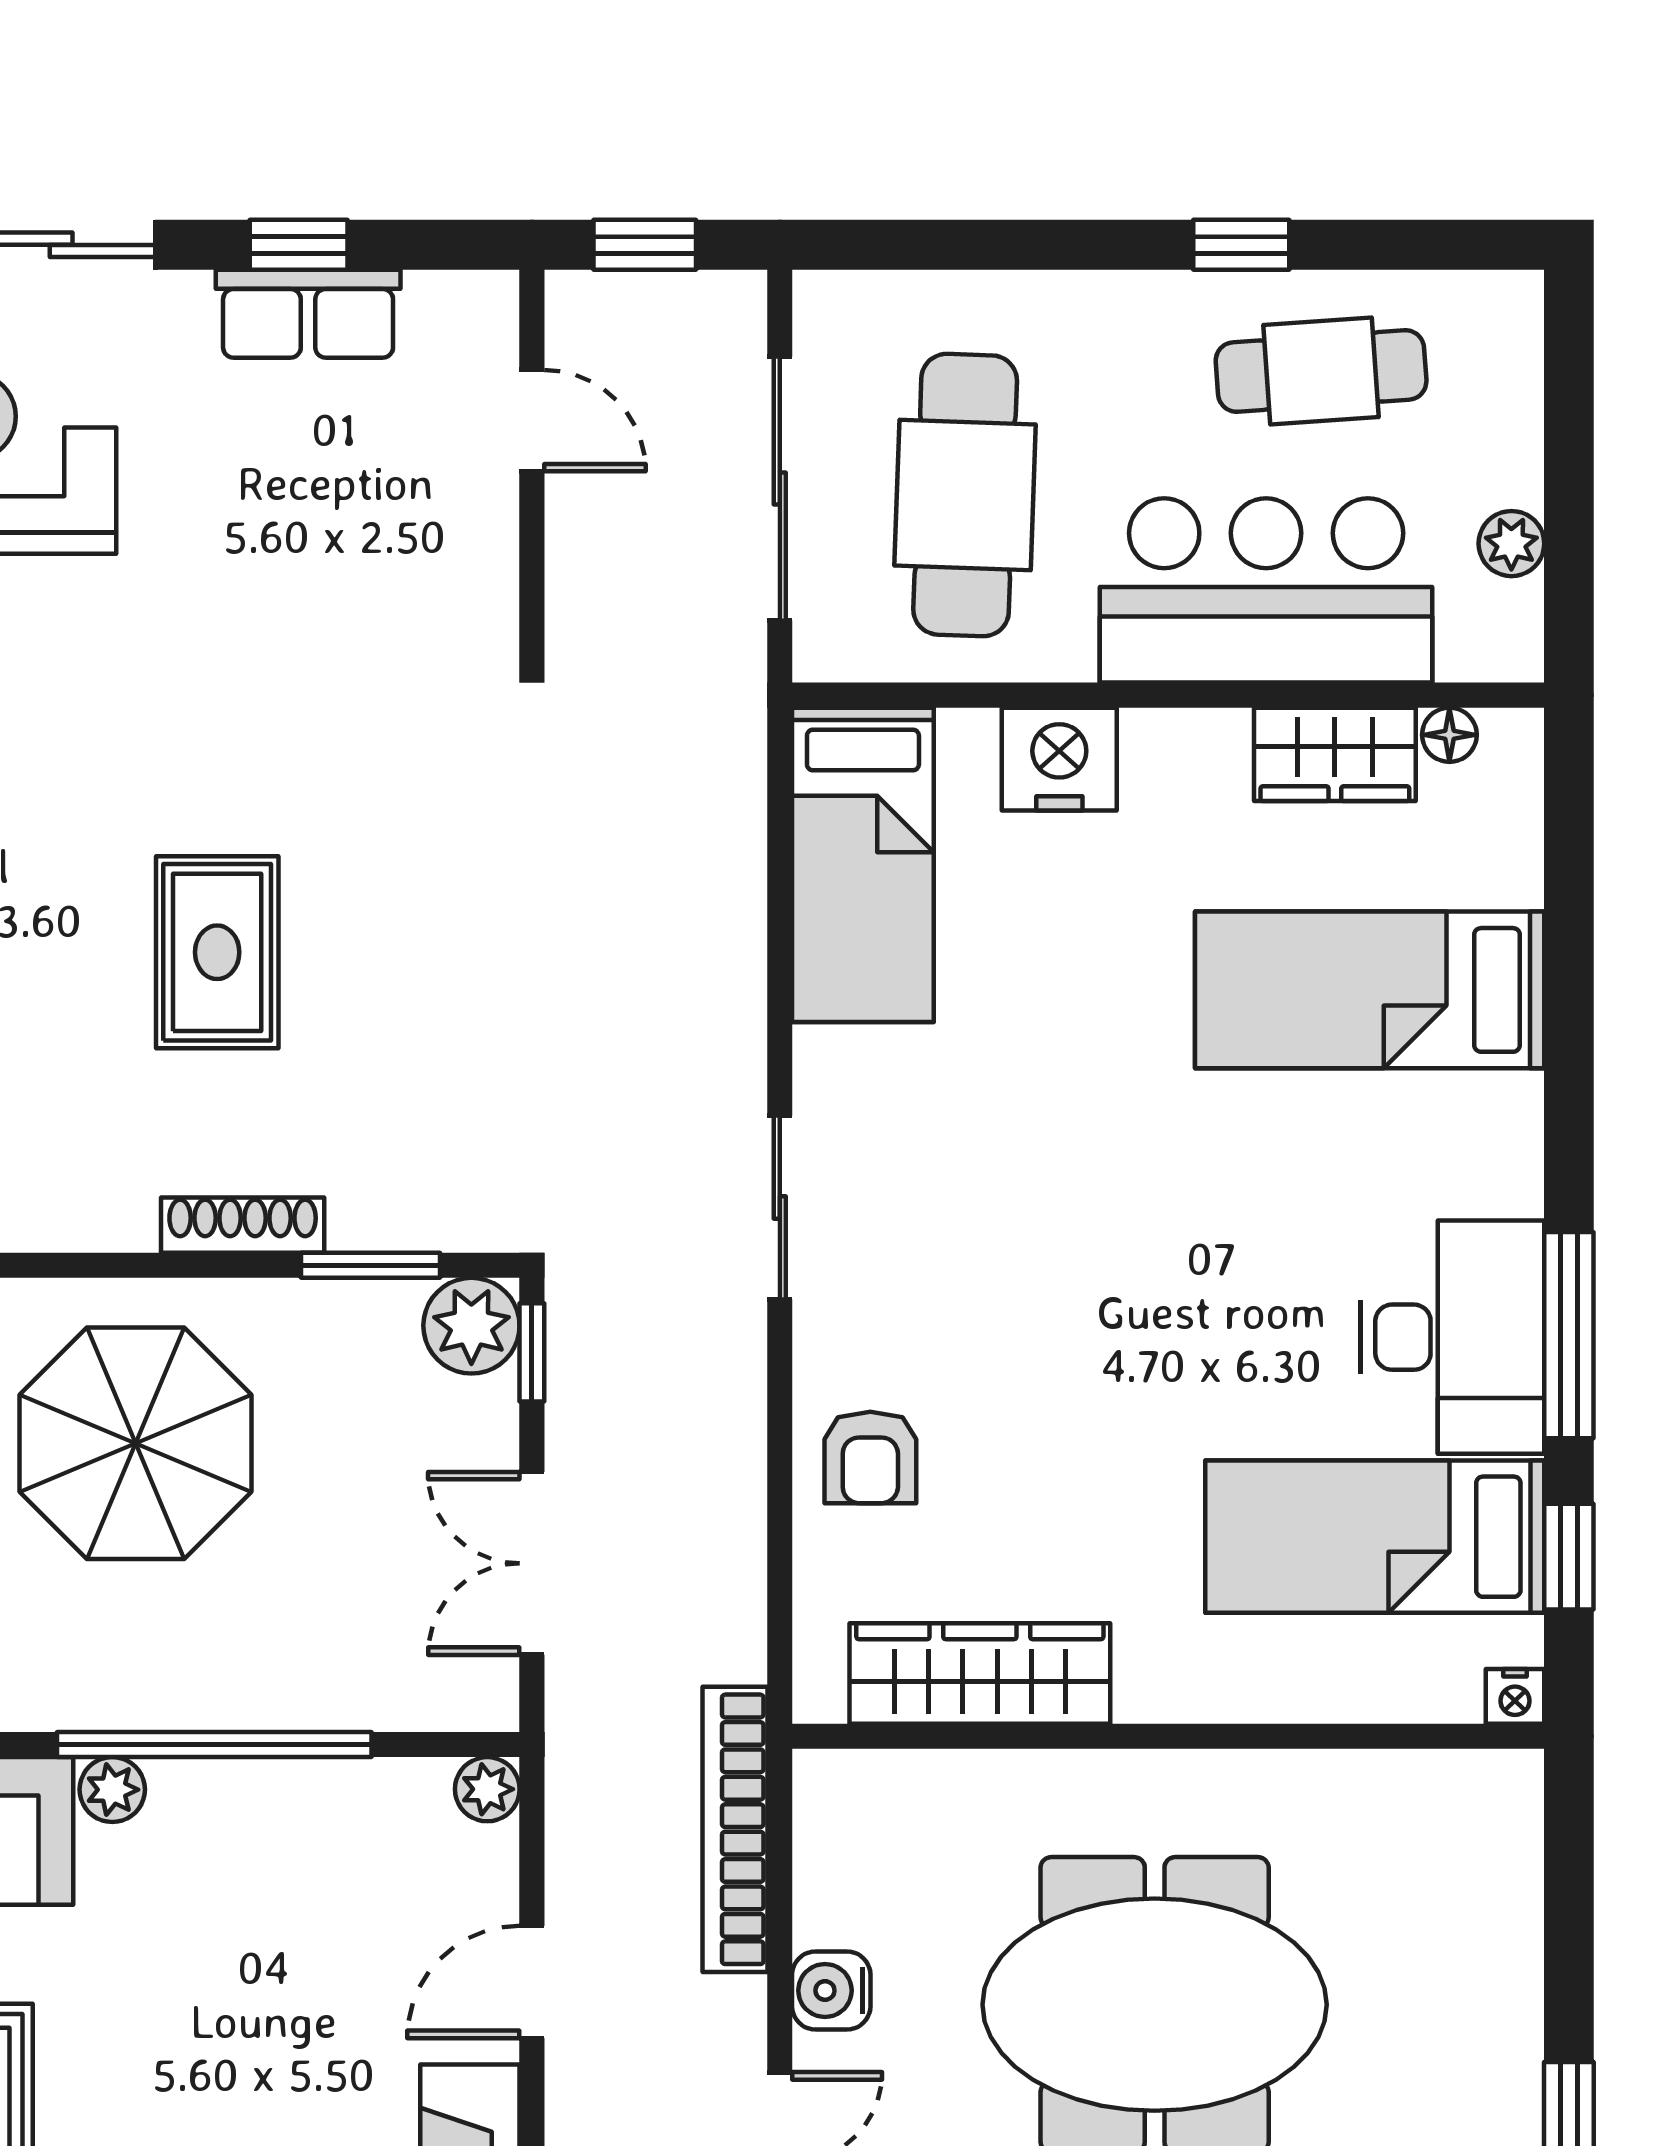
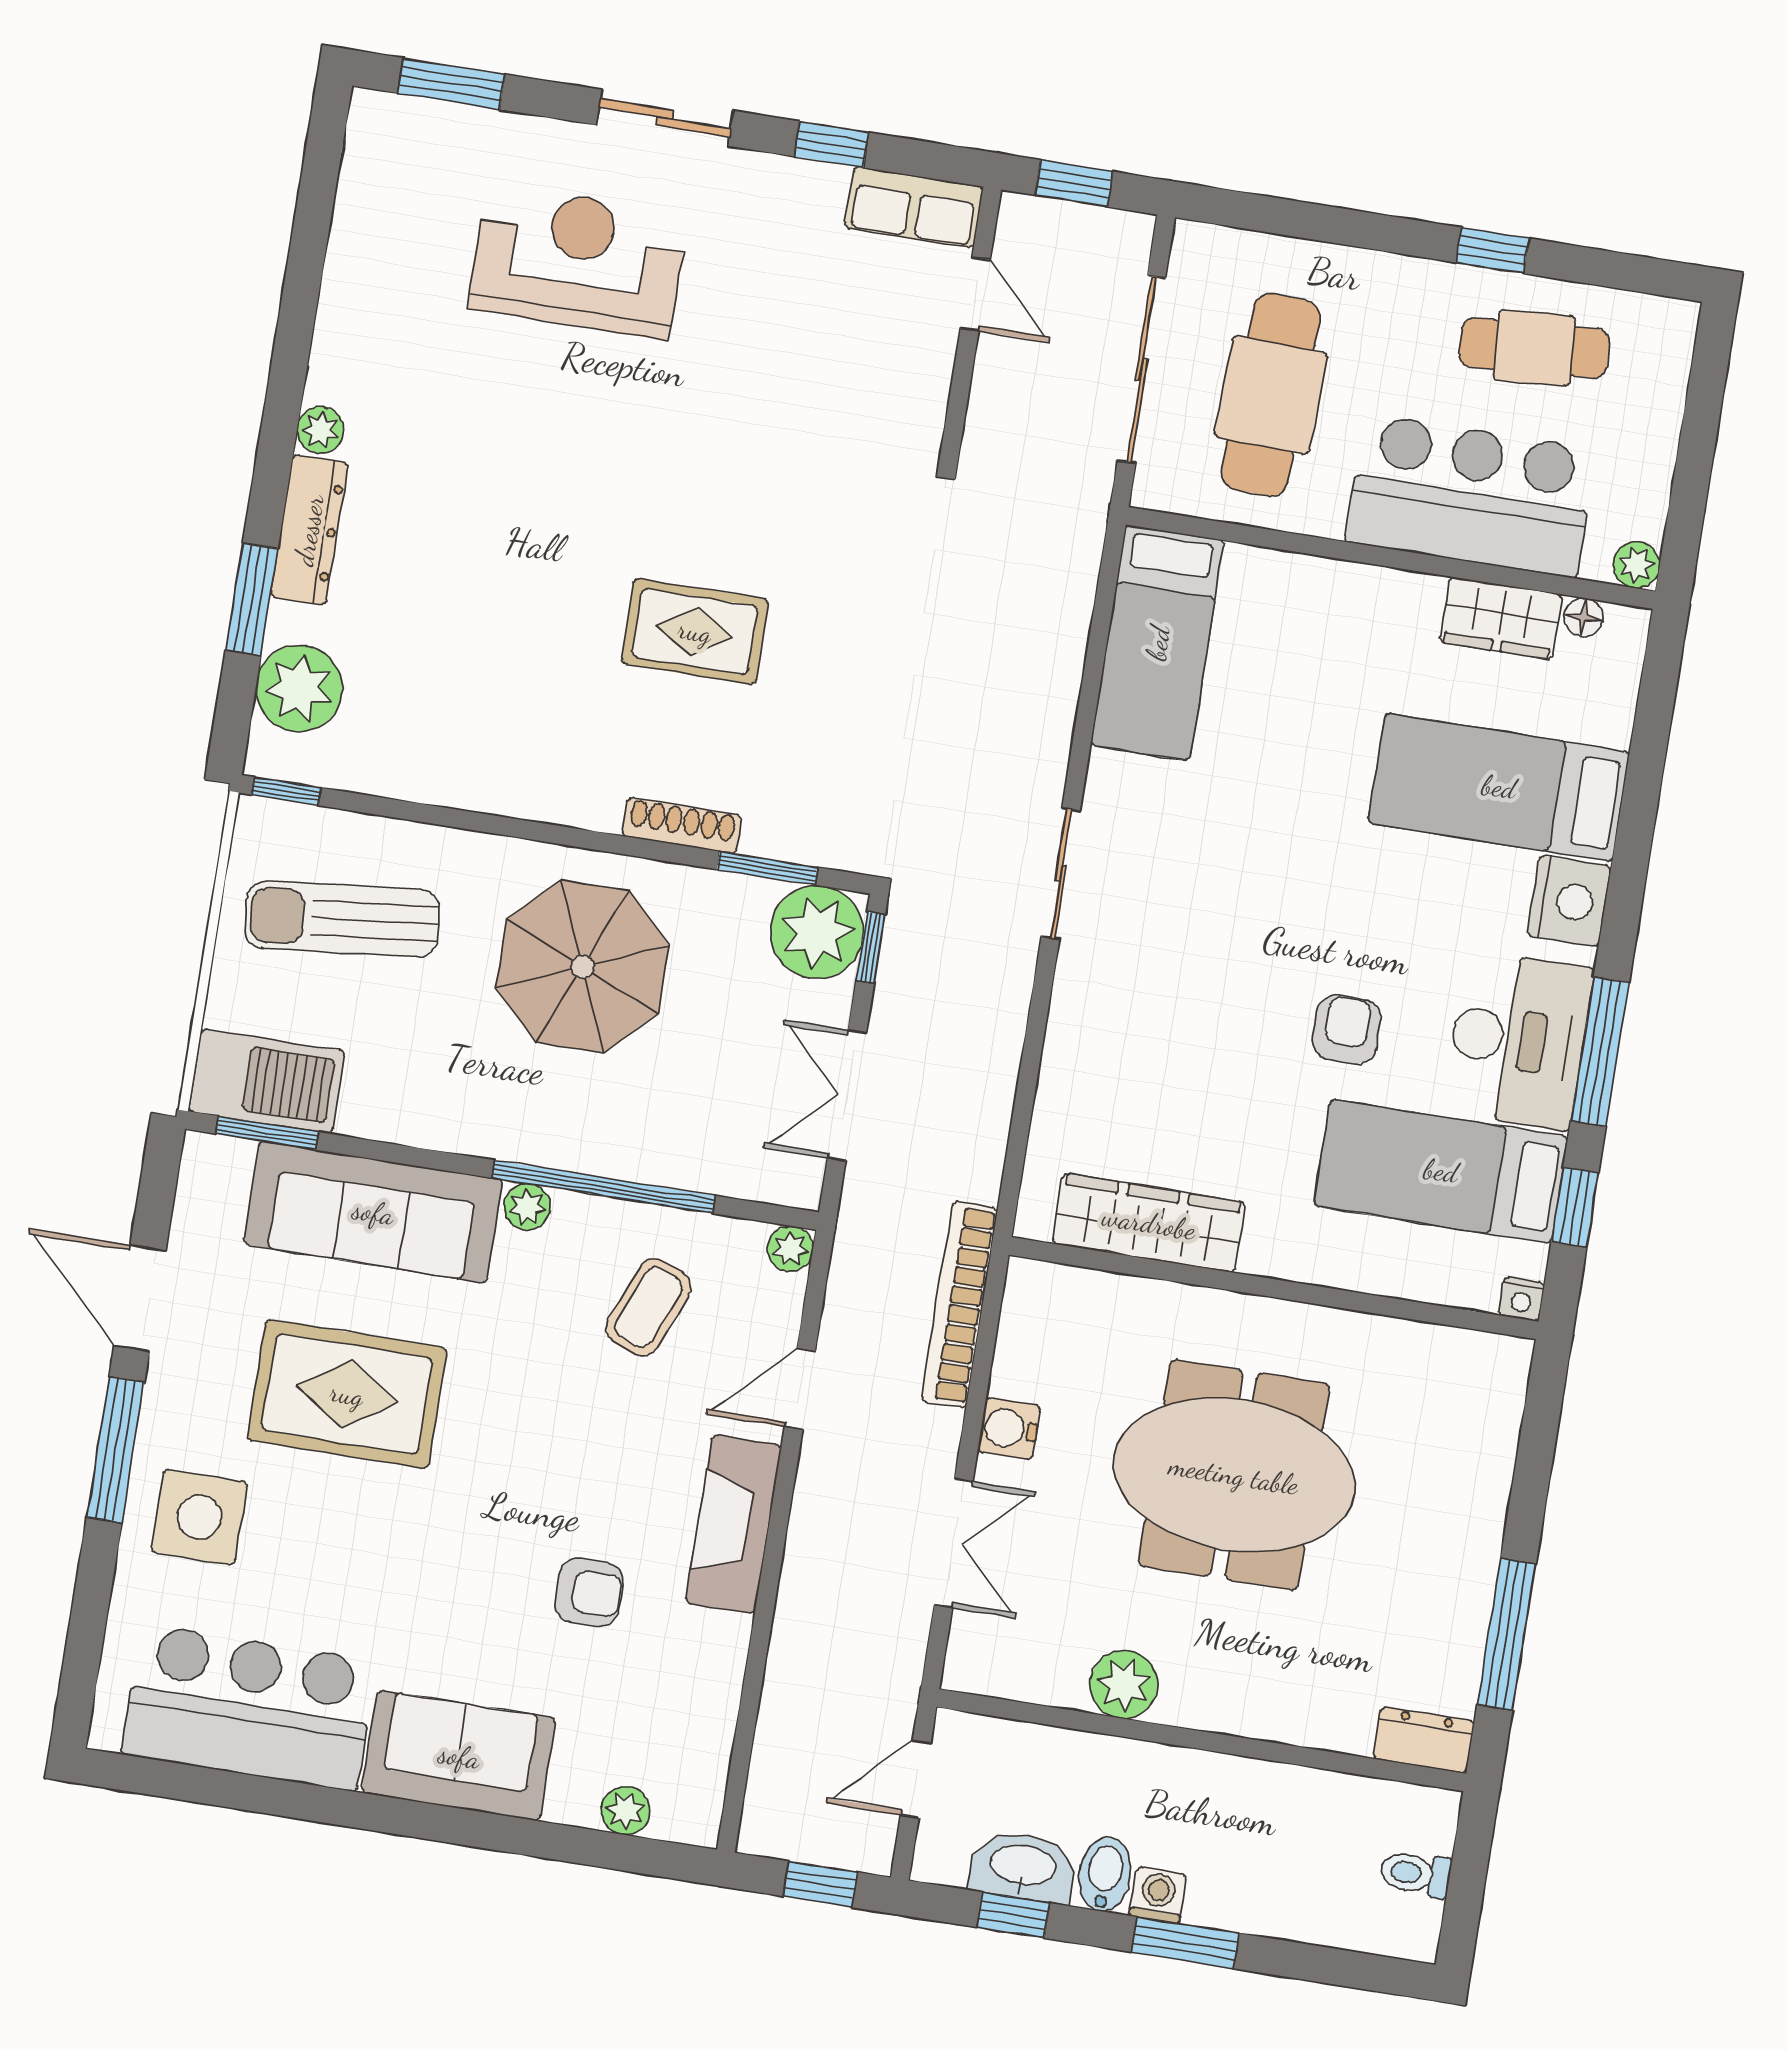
row of seats: (308, 314) -> (914, 207), moved
plant: (1511, 544) -> (1636, 565), moved
nightstand: (1059, 759) -> (1569, 901), moved, turned 90
rug: (217, 952) -> (695, 631), turned 90
plant: (471, 1326) -> (817, 932), width x1.36, depth x1.36
armchair: (870, 1457) -> (1347, 1030), moved, turned 180
coffee table: (303, 1902) -> (648, 1307), added

